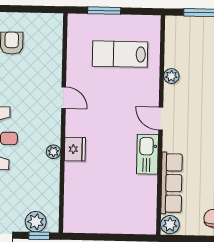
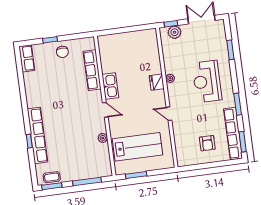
window: (104, 11) -> (136, 175), moved
lab bench: (120, 54) -> (138, 147), width x1.36, depth x1.39
plant: (170, 225) -> (89, 44), removed

